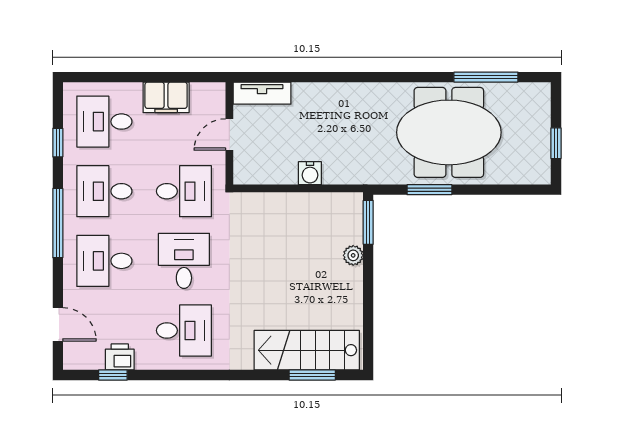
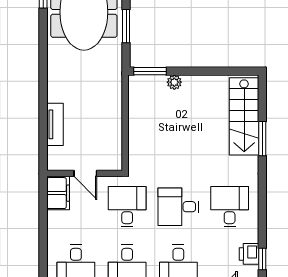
tv unit: (262, 93) -> (55, 124), moved
filing cabinet: (166, 97) -> (58, 193), moved
water cooler: (310, 173) -> (114, 114), removed
window: (312, 375) -> (262, 139), moved

